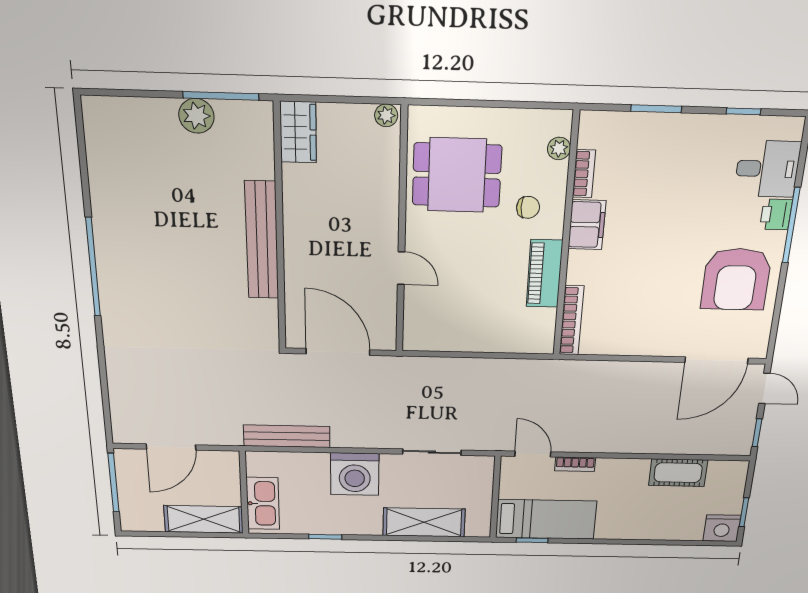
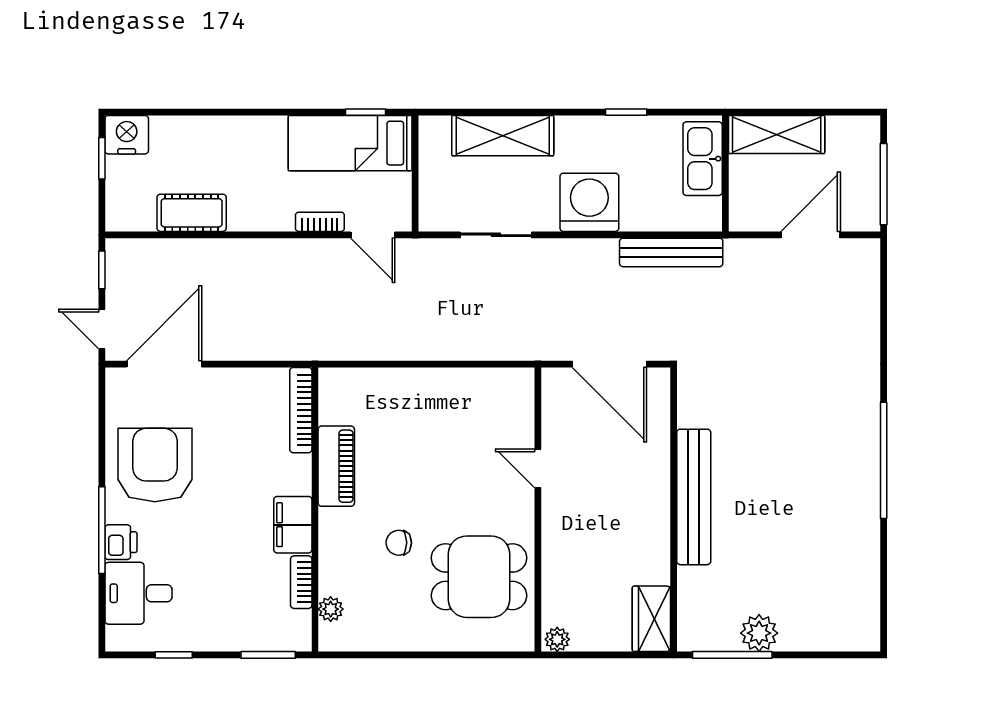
plant: (559, 148) -> (331, 609), moved
bookcase: (584, 174) -> (301, 582), moved
filing cabinet: (587, 225) -> (293, 525), moved
wall: (566, 237) -> (315, 509), moved
piano: (544, 274) -> (336, 466), moved
bookcase: (571, 320) -> (301, 410), moved

